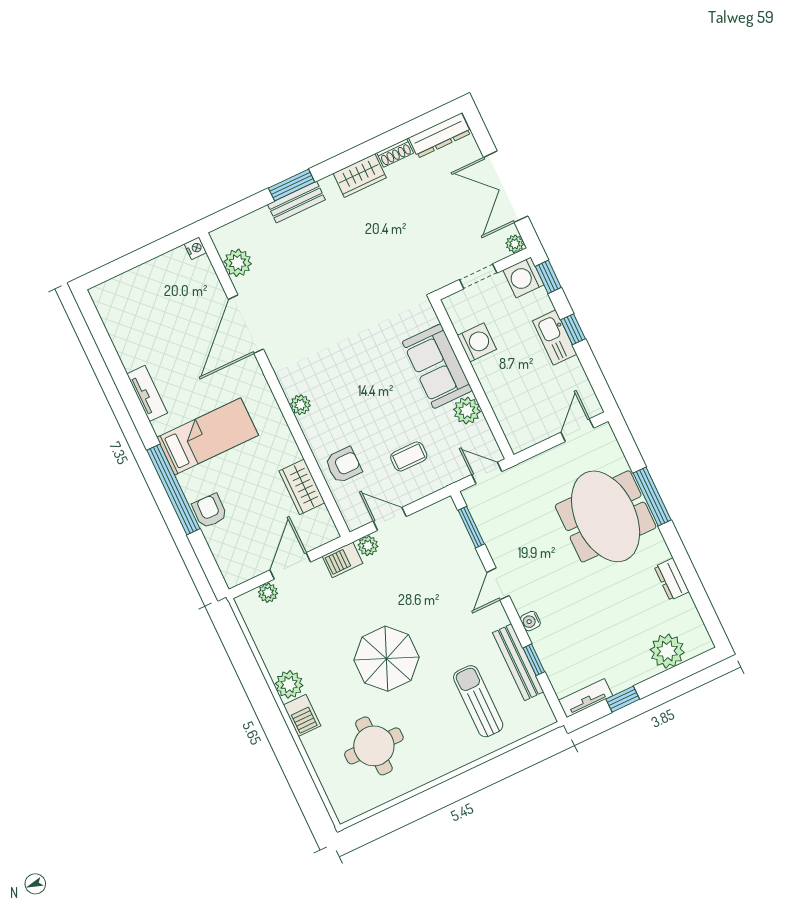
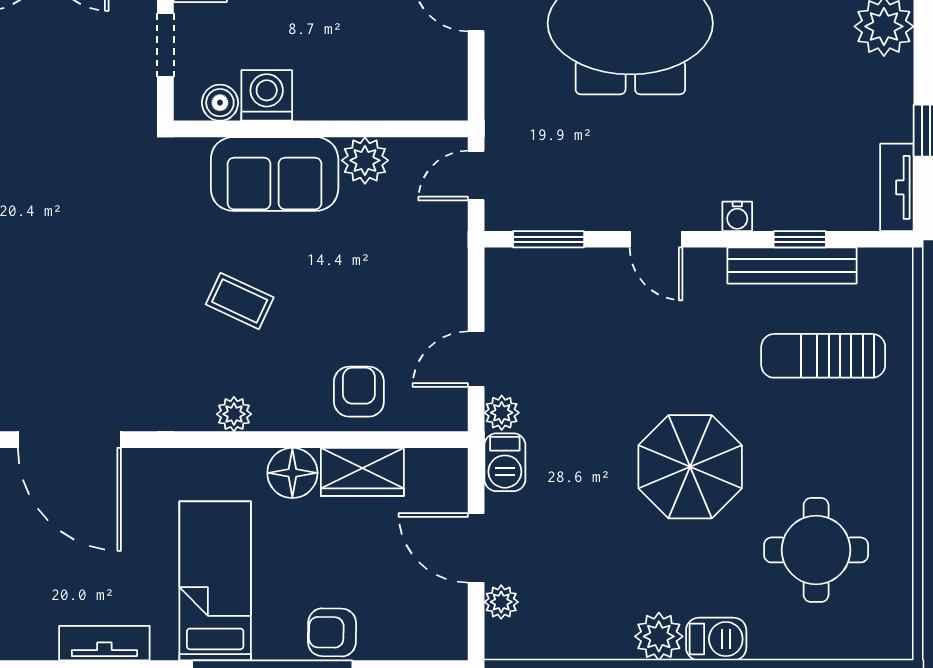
boiler: (461, 320) -> (220, 103), added
floor lamp: (284, 450) -> (292, 473), added
coffee table: (409, 456) -> (240, 301), moved, turned -65

